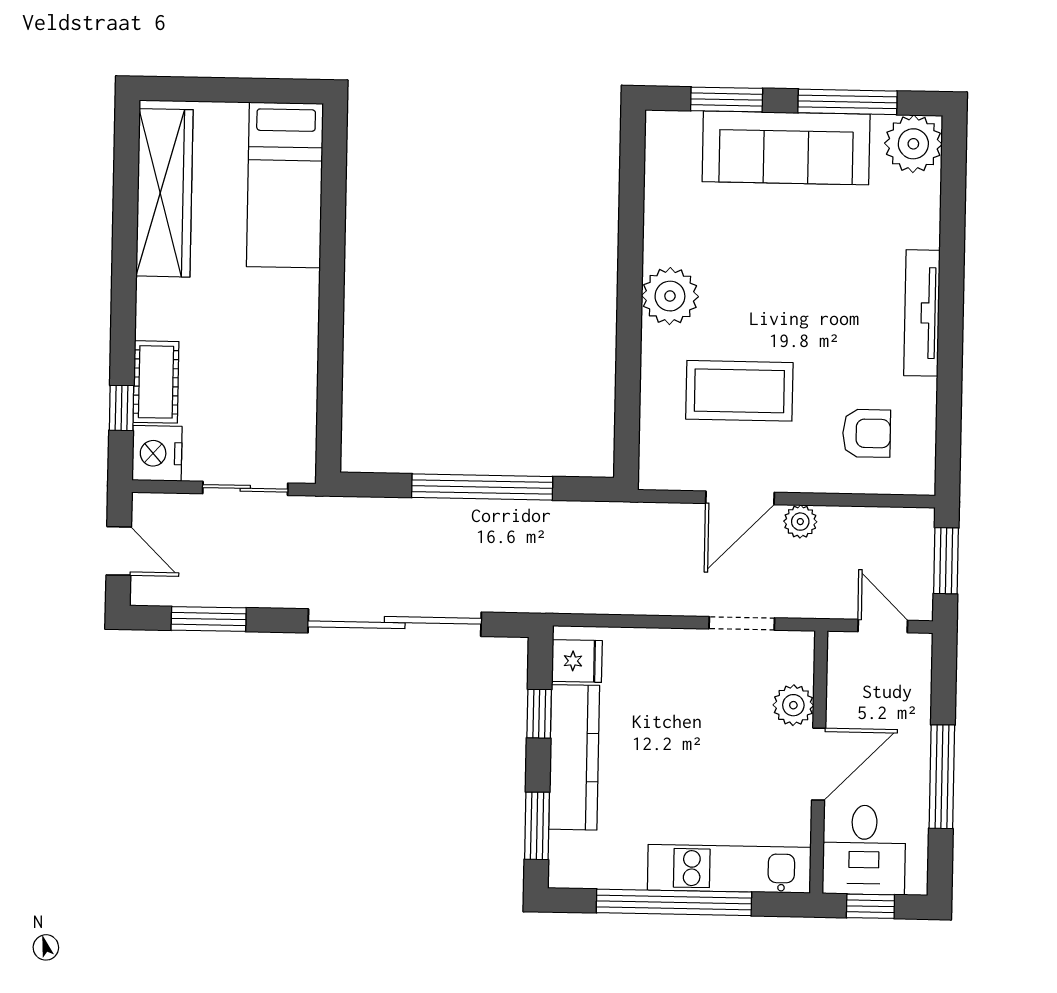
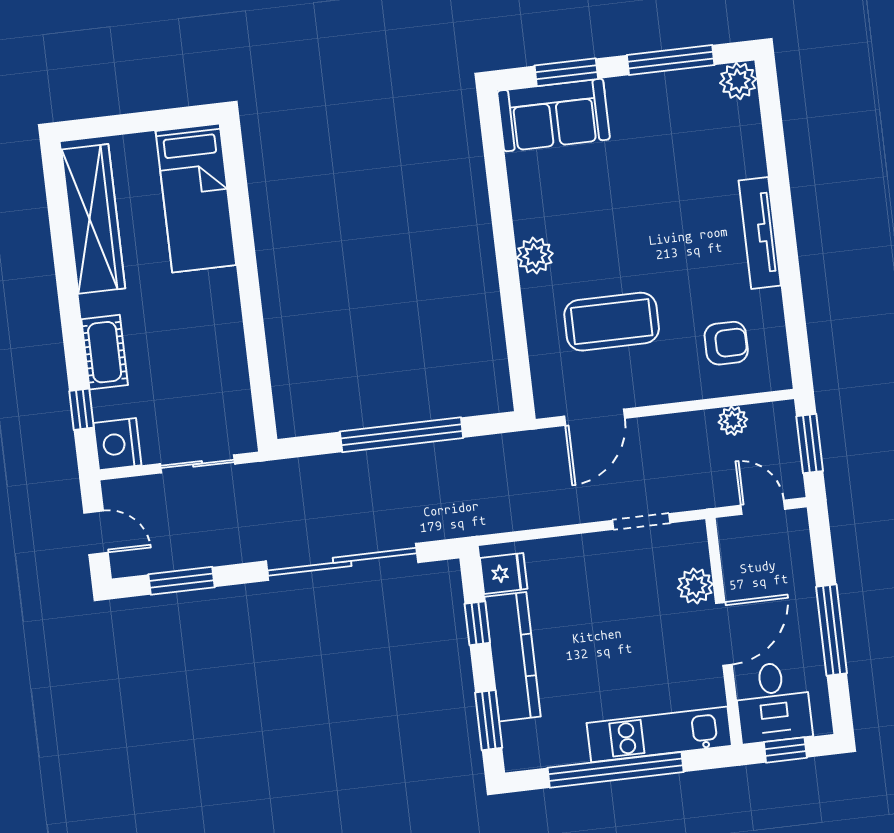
plant: (913, 144) -> (738, 81), width x0.73, depth x0.73
sofa: (786, 148) -> (554, 115), moved, width x0.73
plant: (670, 296) -> (535, 256), width x0.73, depth x0.73
cot: (156, 382) -> (105, 352), moved
door: (740, 498) -> (595, 417), moved
plant: (800, 522) -> (733, 421), moved

